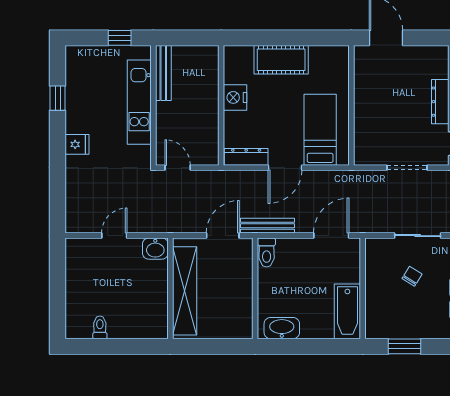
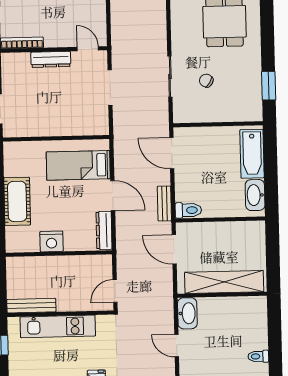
bench: (268, 226) -> (164, 204), width x0.73
washbasin: (155, 249) -> (187, 313), width x1.38
bathtub: (347, 311) -> (252, 154), moved, turned 90

